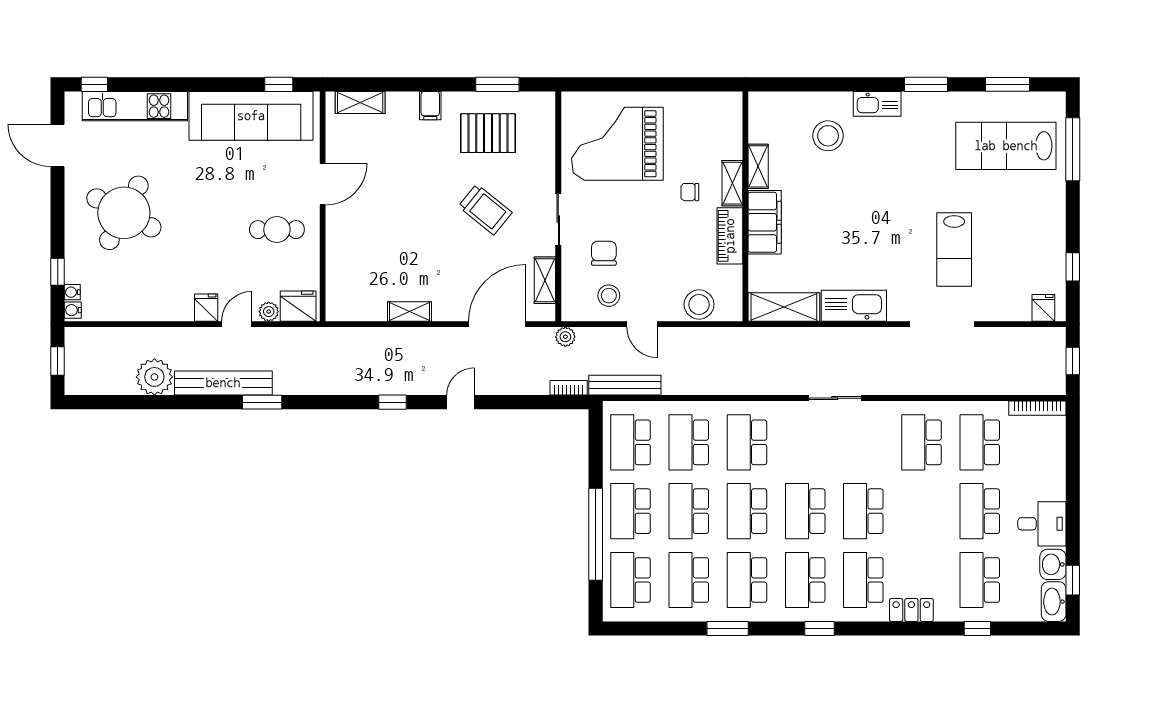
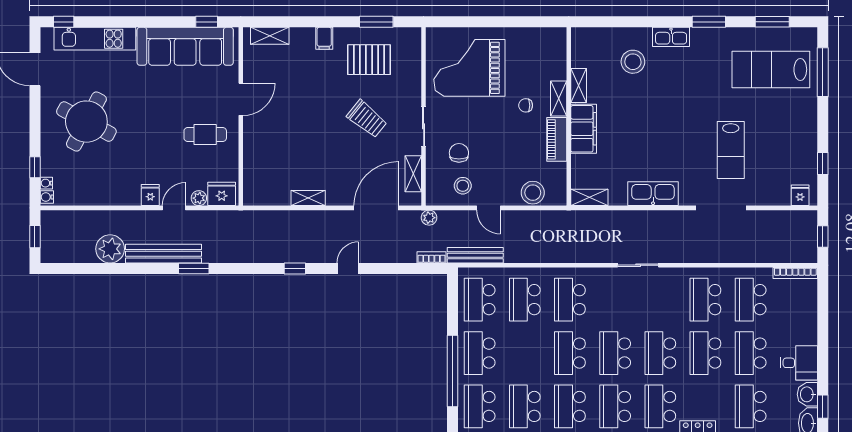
shelving: (784, 307) -> (589, 197), width x0.67, depth x0.75
school desk: (689, 511) -> (705, 353), moved

